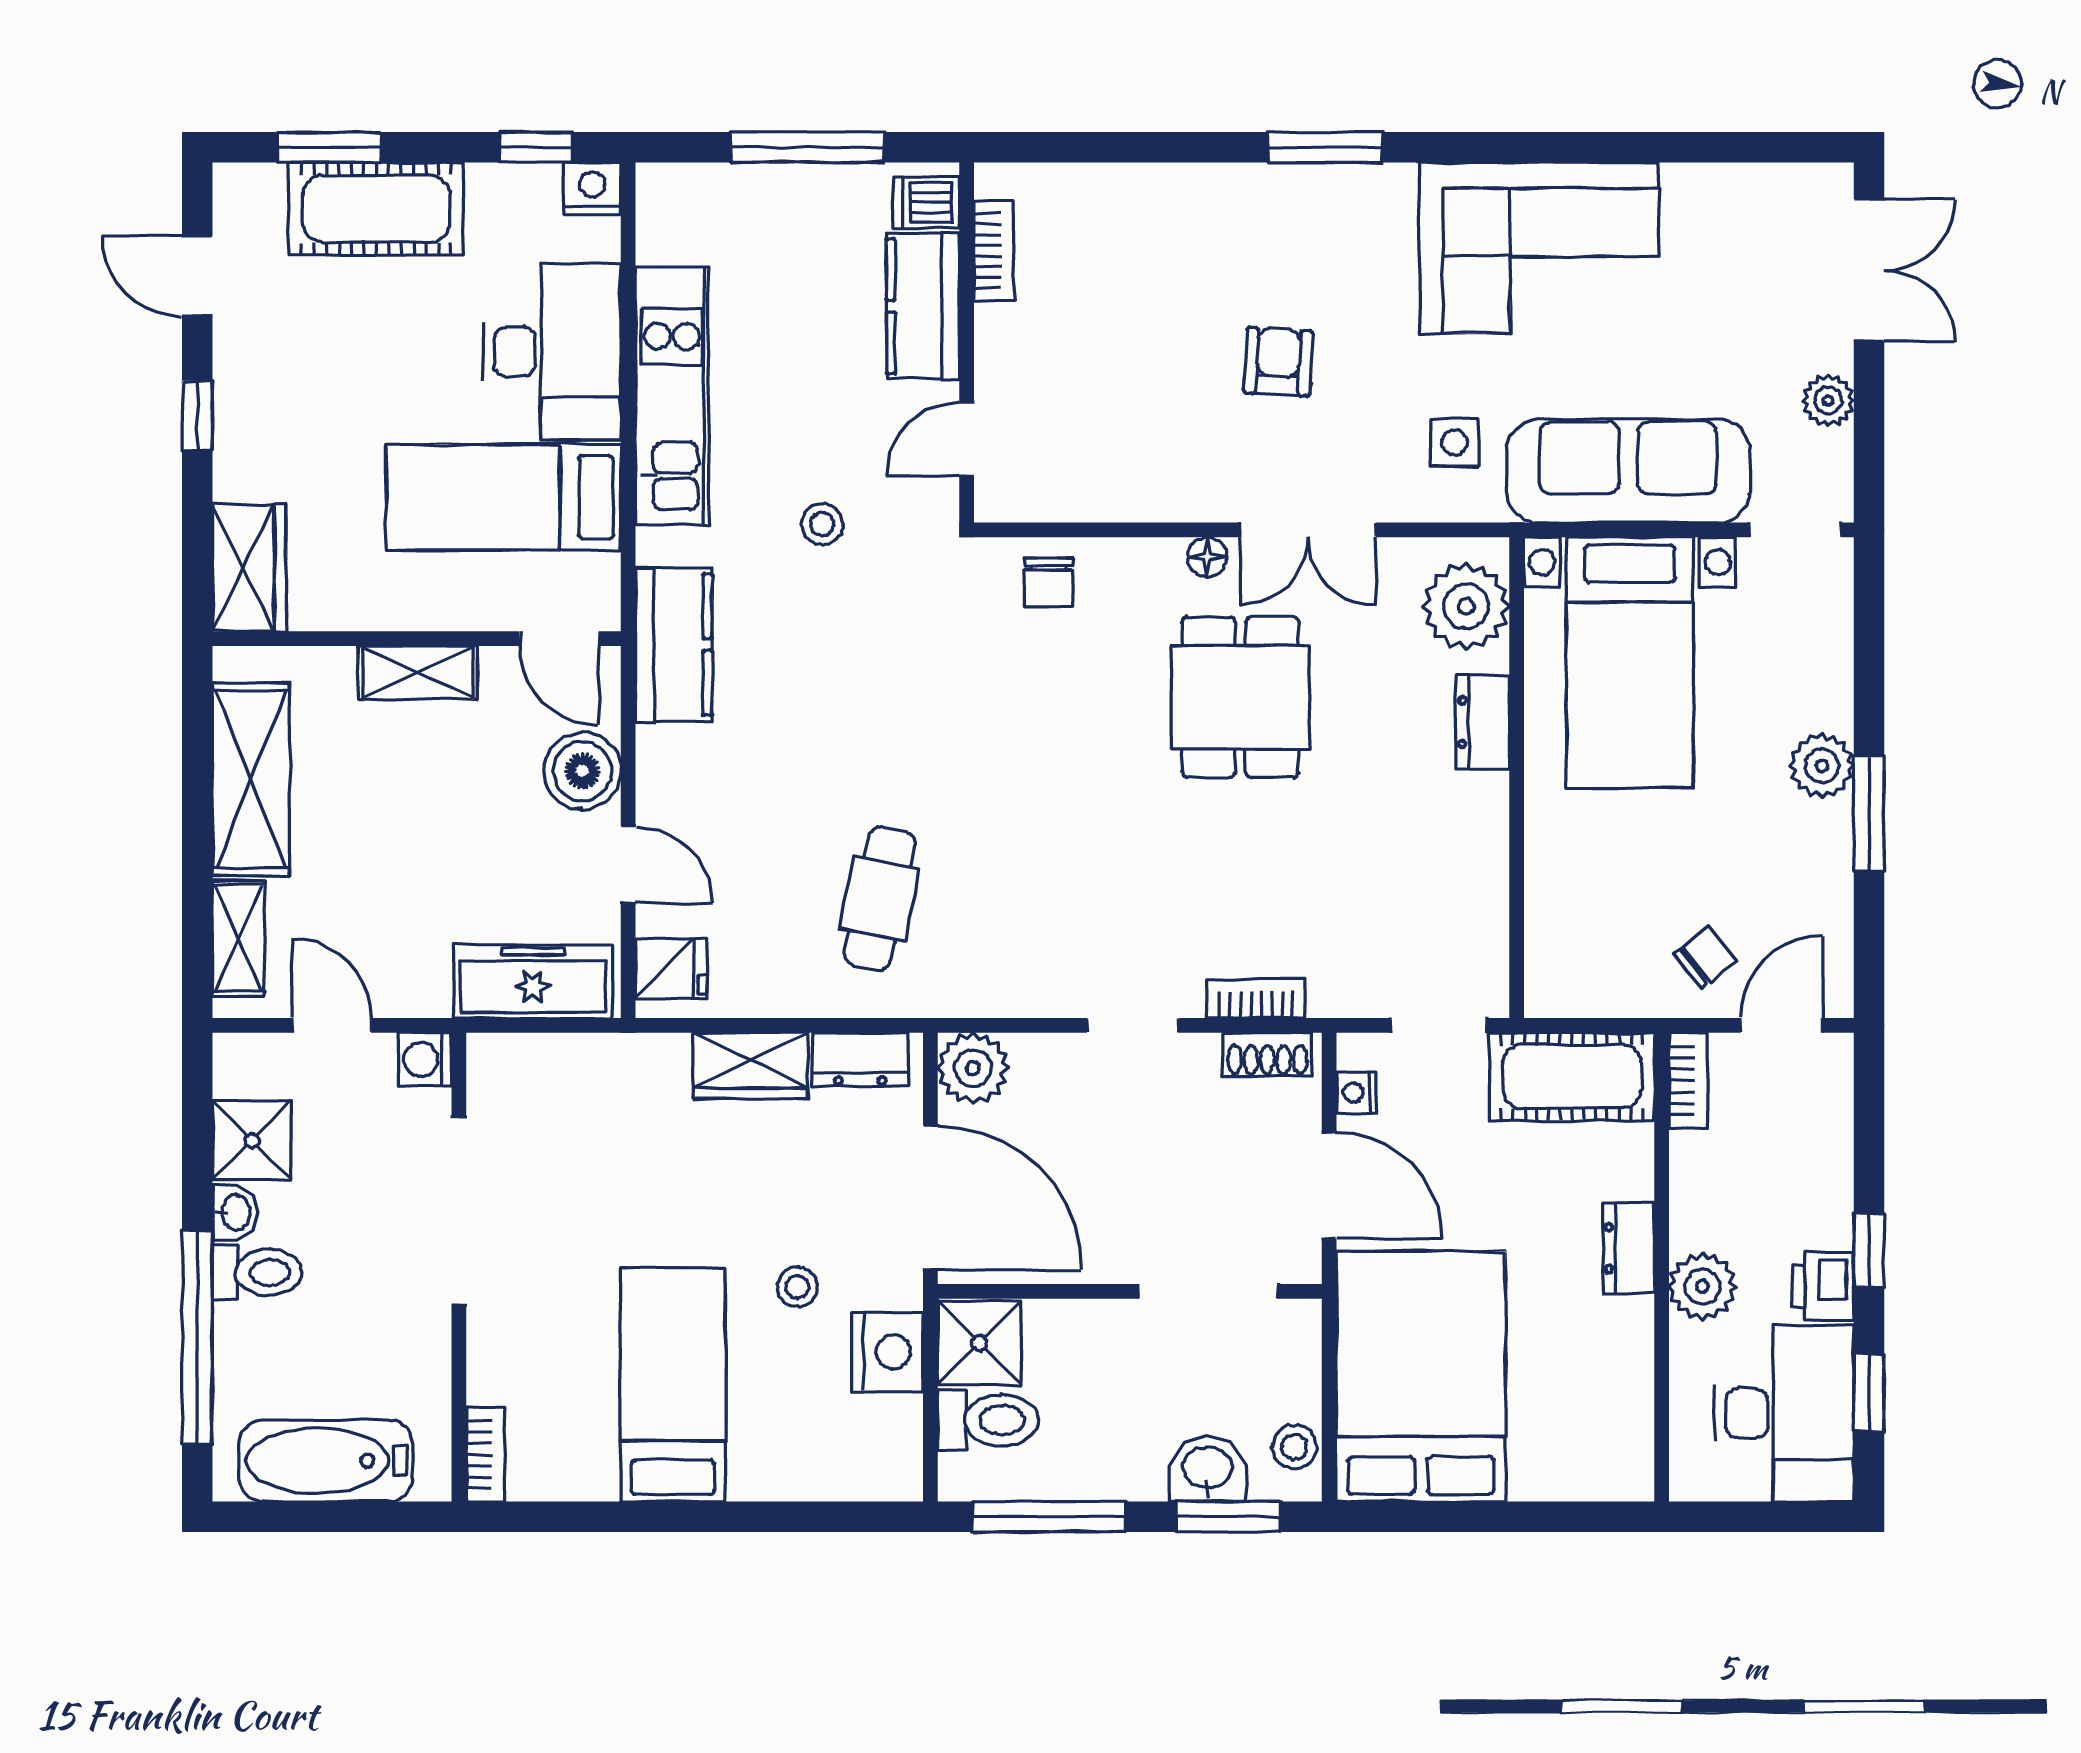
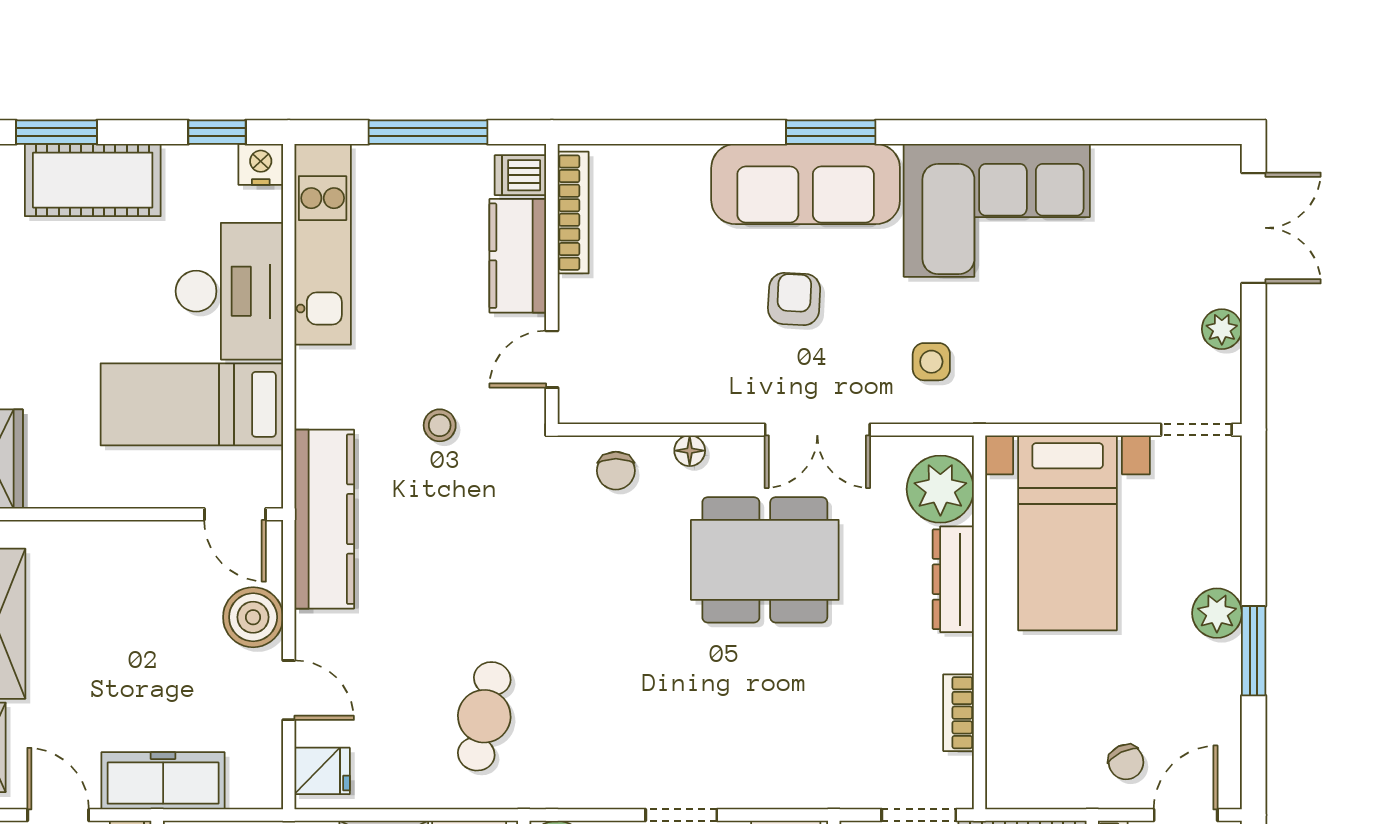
bookcase: (994, 251) -> (573, 213), width x1.56
kitchen unit: (672, 396) -> (323, 244), moved
sofa: (1628, 471) -> (806, 184), moved, turned 180
floor lamp: (1207, 557) -> (690, 451), moved
kitchen counter: (674, 645) -> (324, 519), width x1.50
shelving: (418, 673) -> (125, 541), removed
dining table: (1240, 697) -> (765, 560), width x1.38
dresser: (1483, 722) -> (953, 579), width x1.44
chair: (1705, 957) -> (1126, 762), turned 103
freezer: (533, 981) -> (163, 781), moved
bookcase: (1256, 998) -> (959, 713), moved, turned -90

